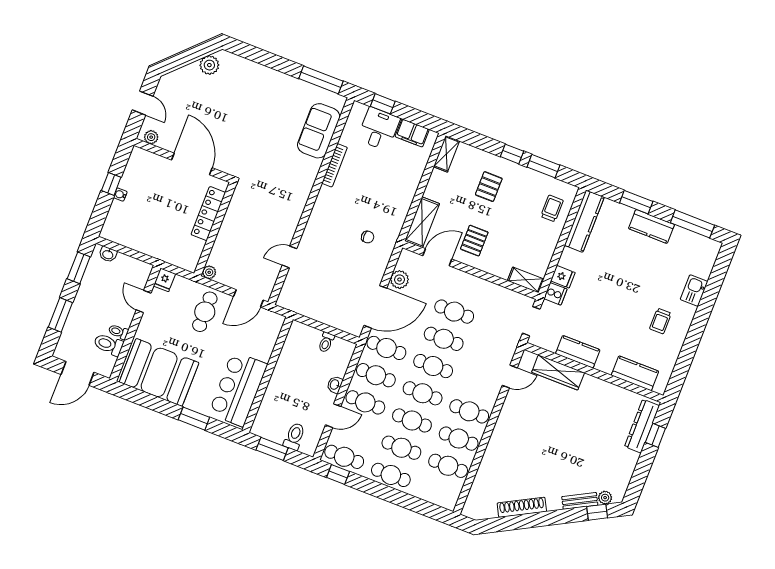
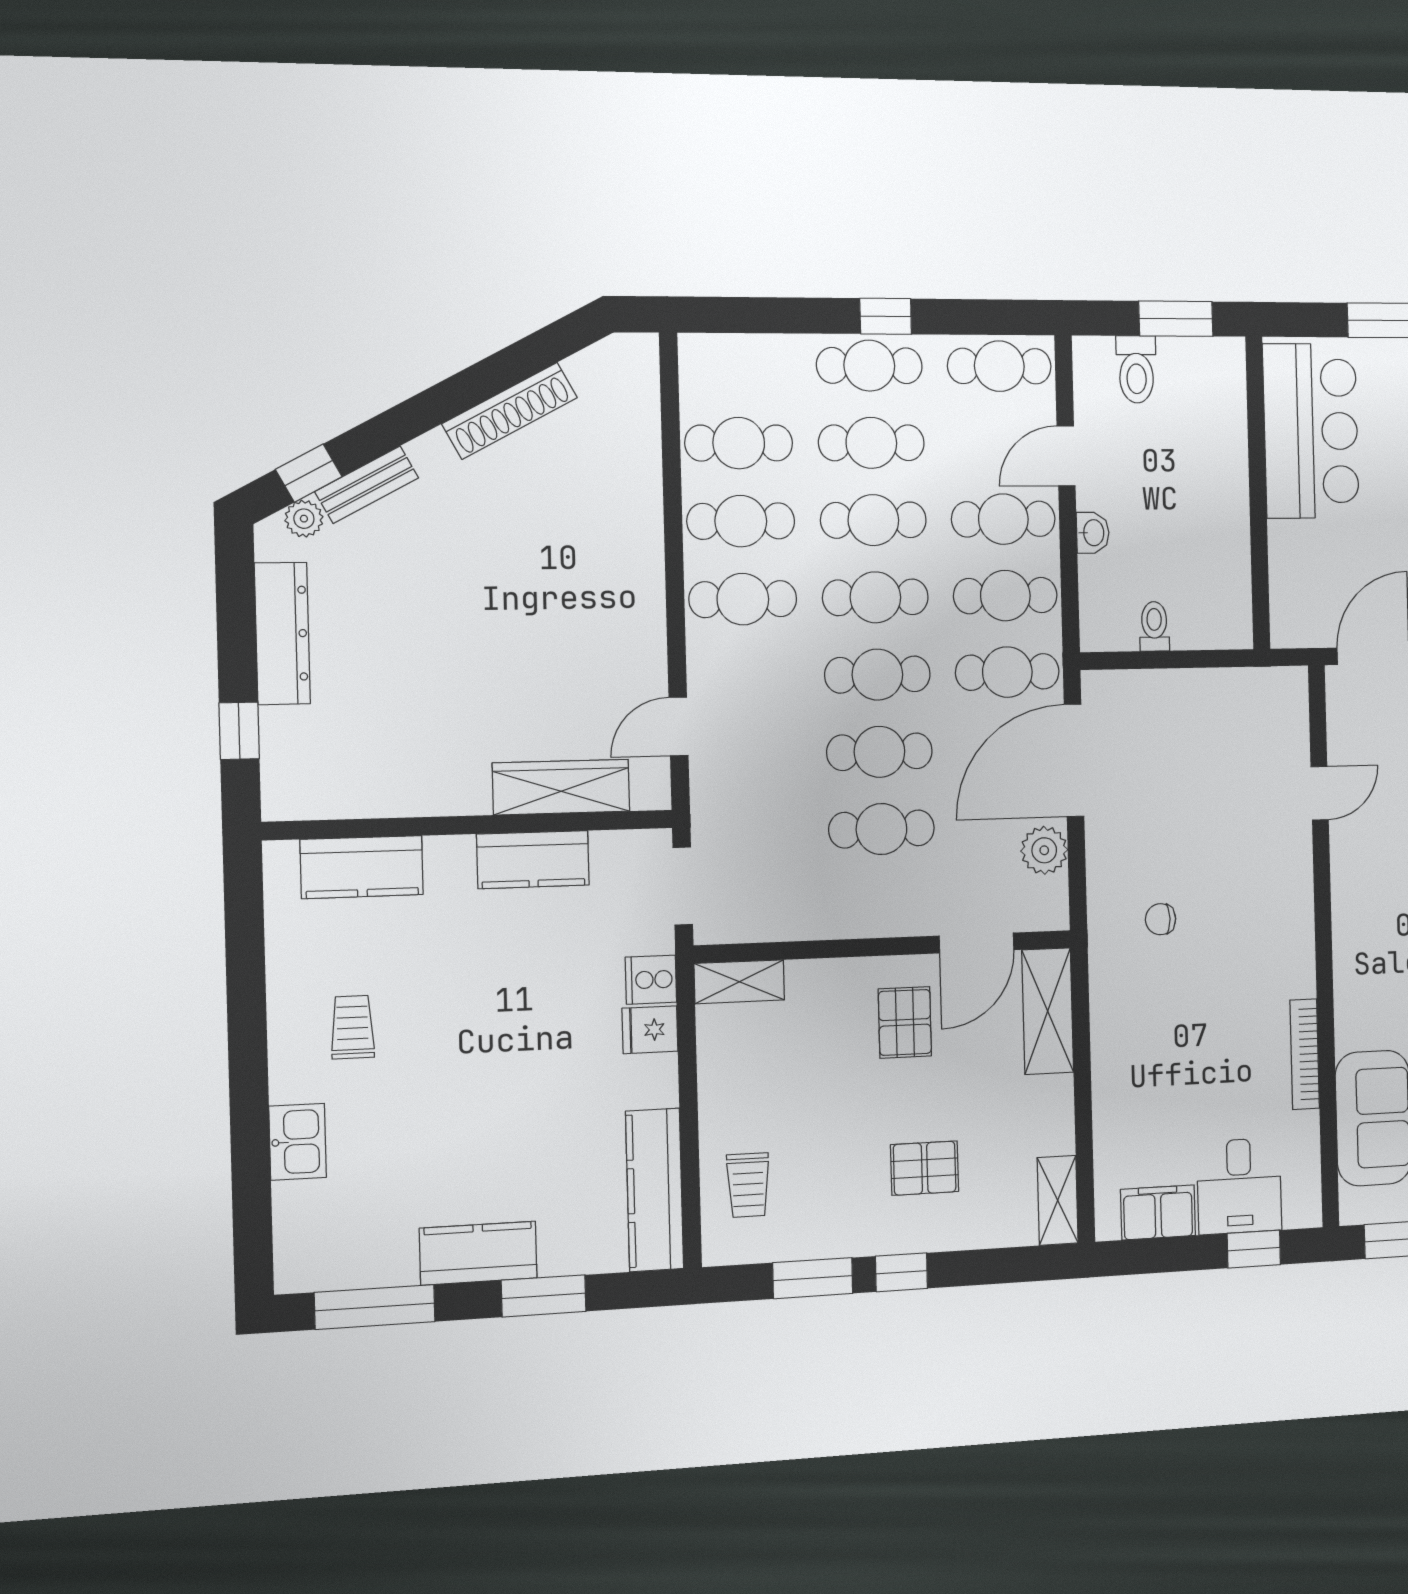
pallet: (489, 187) -> (925, 1168), turned 90
dresser: (642, 426) -> (282, 633), moved
window: (338, 474) -> (886, 316), moved

